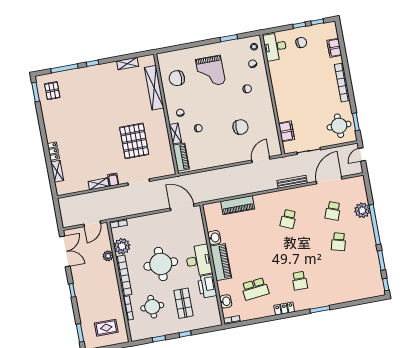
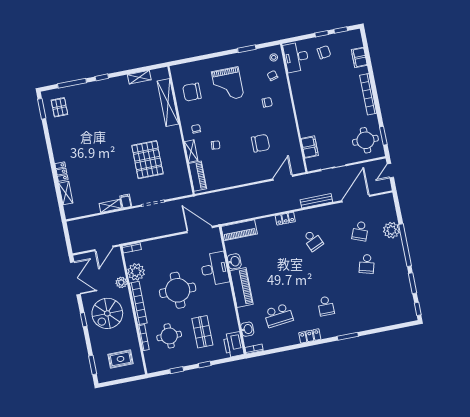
locker: (263, 198) -> (285, 219), added
piano: (238, 205) -> (239, 230), moved
school desk: (288, 219) -> (313, 240), turned -48
desk: (199, 260) -> (215, 269), moved
spiral stairs: (94, 285) -> (107, 313), added
printer: (207, 286) -> (234, 345), moved

